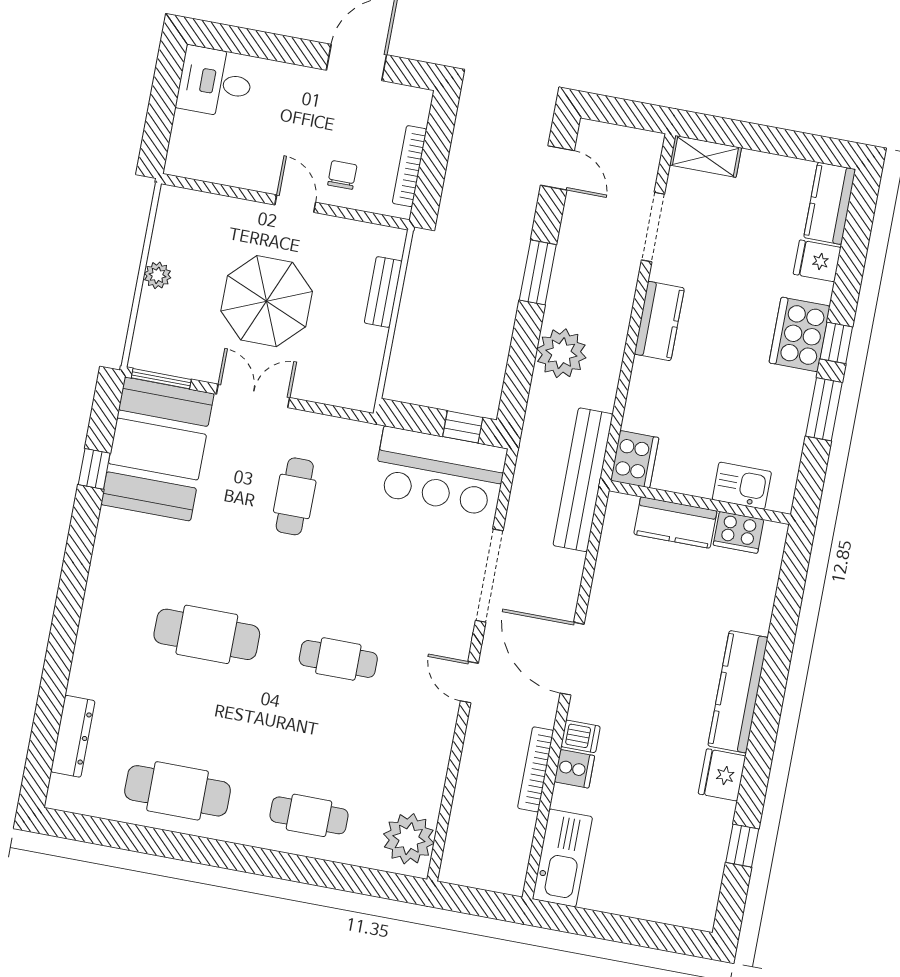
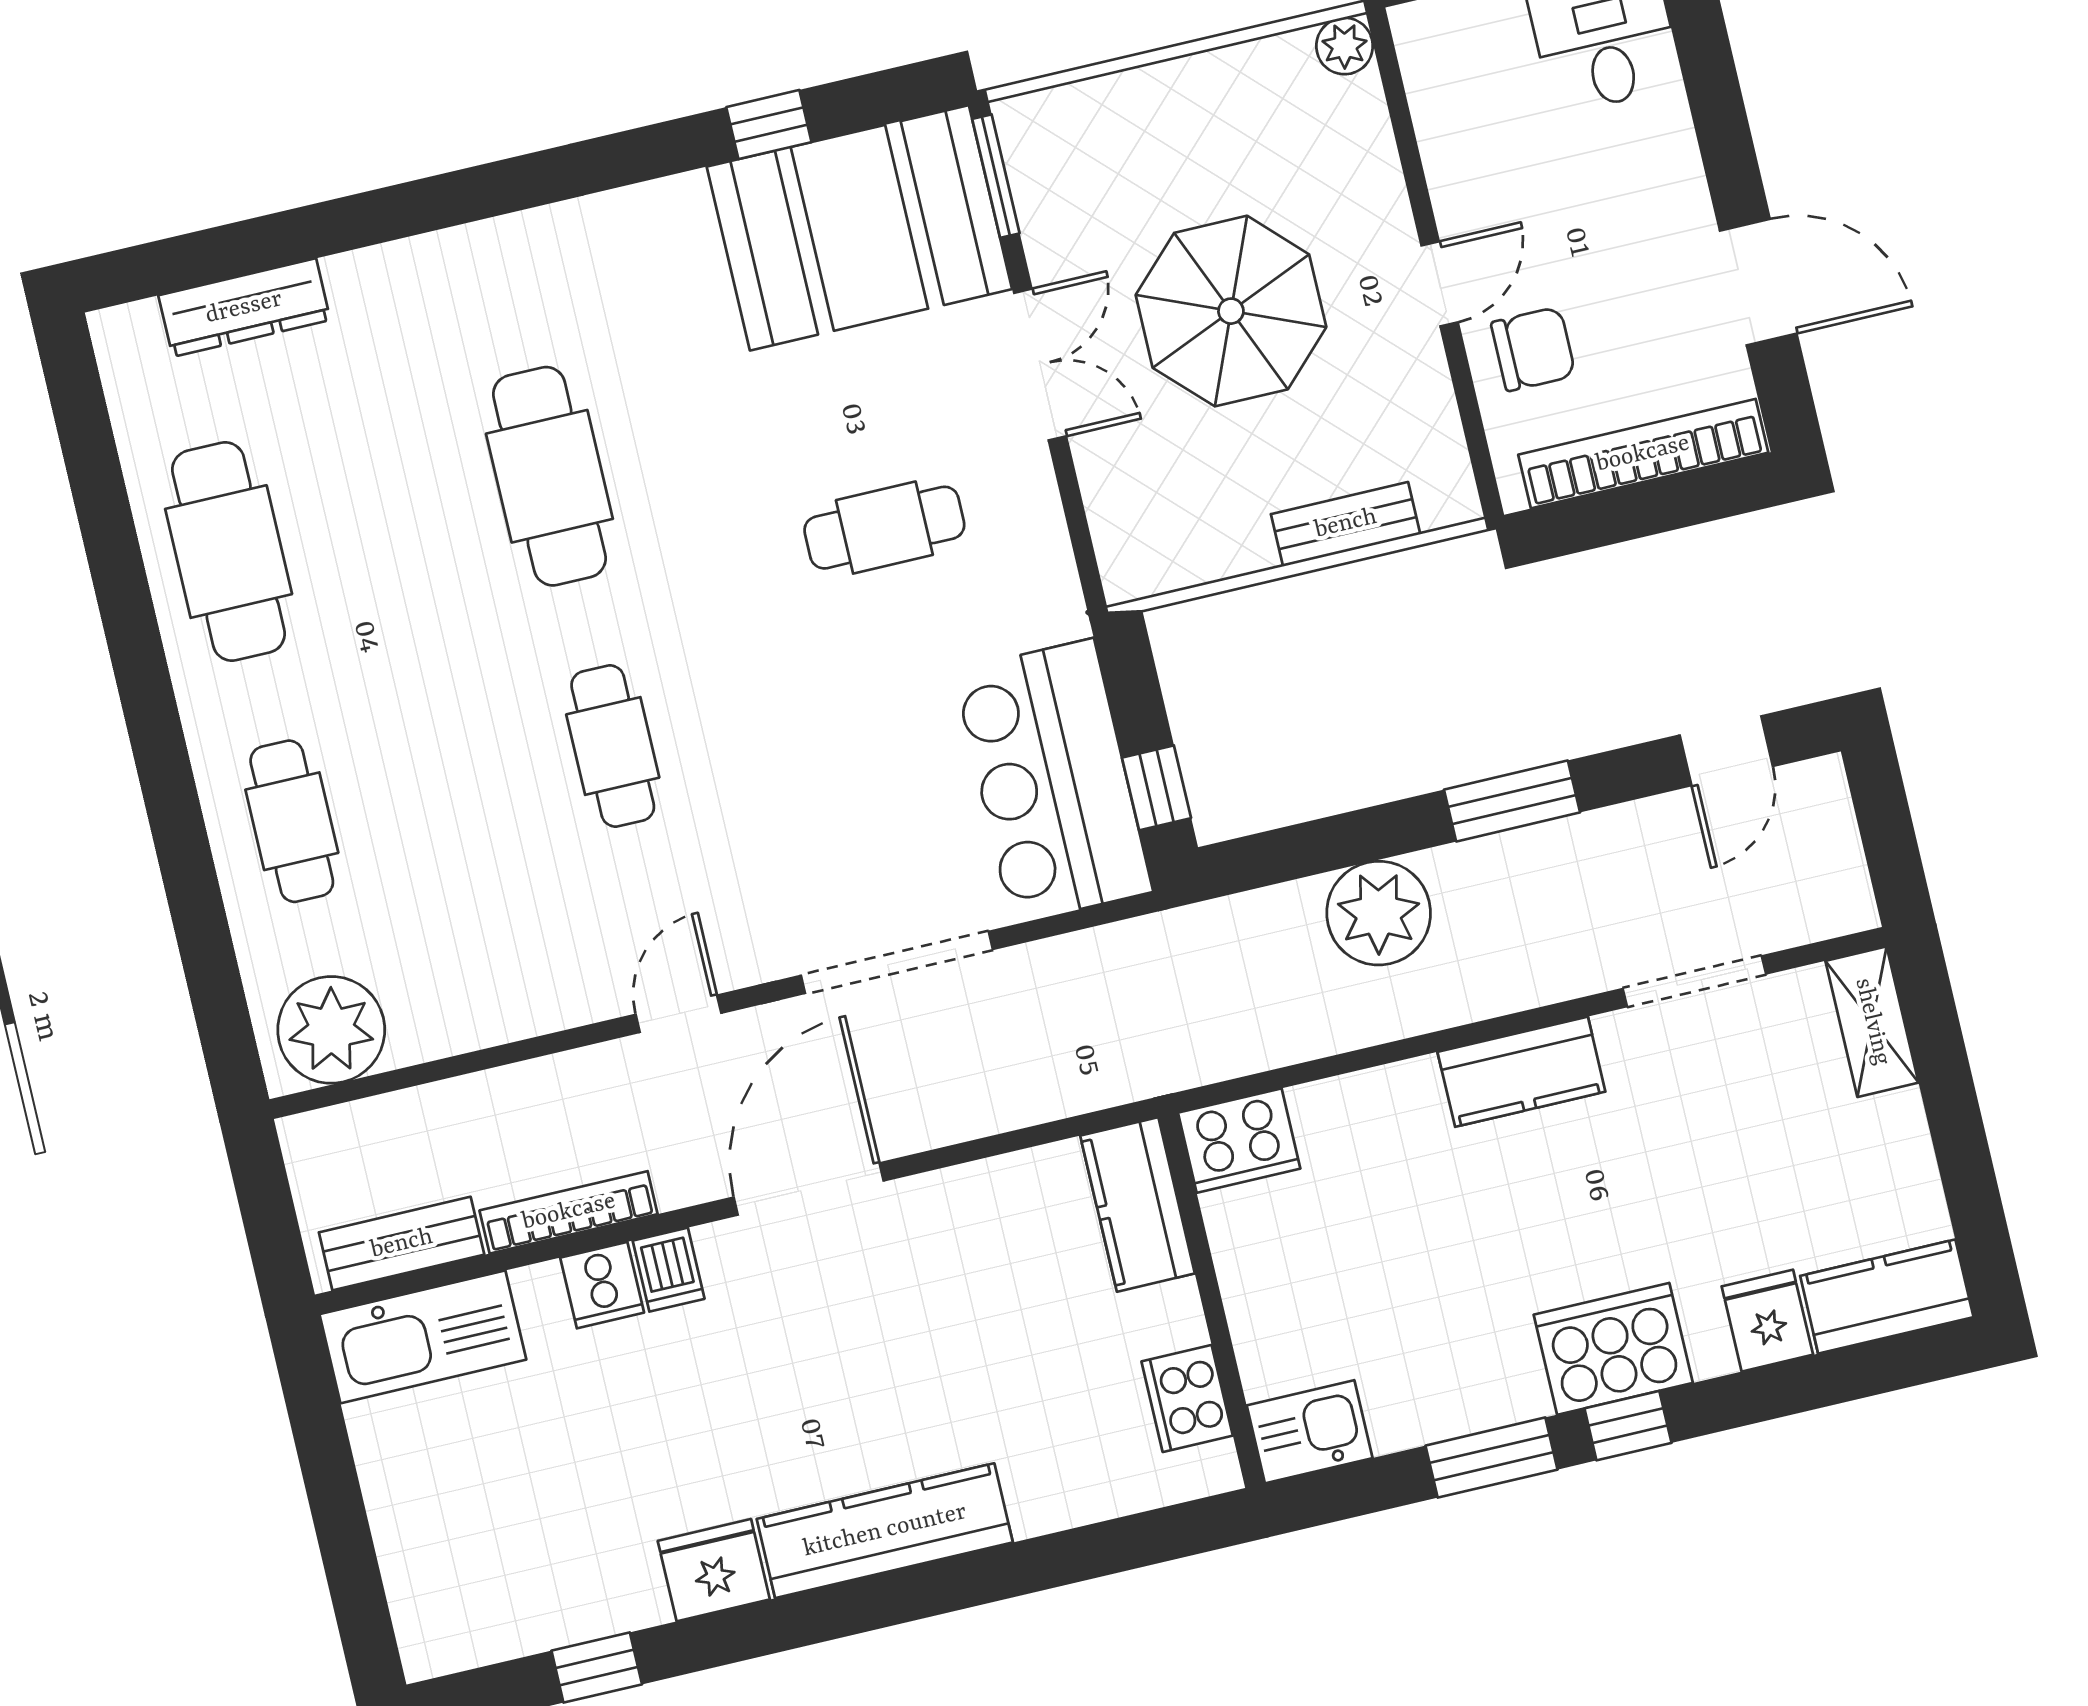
bookcase: (410, 166) -> (1643, 454), width x1.48, depth x1.31
chair: (342, 175) -> (1533, 349), width x1.37, depth x1.37
plant: (157, 275) -> (1345, 46), moved
bench: (583, 480) -> (402, 1244), moved, width x0.54, depth x0.82
kitchen sink: (742, 486) -> (1310, 1432), moved, turned -90
kitchen counter: (675, 522) -> (1138, 1205), moved

